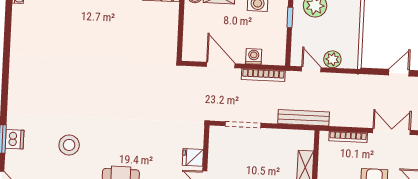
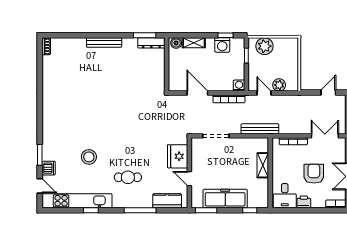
washing machine: (254, 56) -> (239, 86), moved
dishwasher: (15, 139) -> (49, 168), moved
fridge: (193, 157) -> (178, 156), width x1.88, depth x1.34

